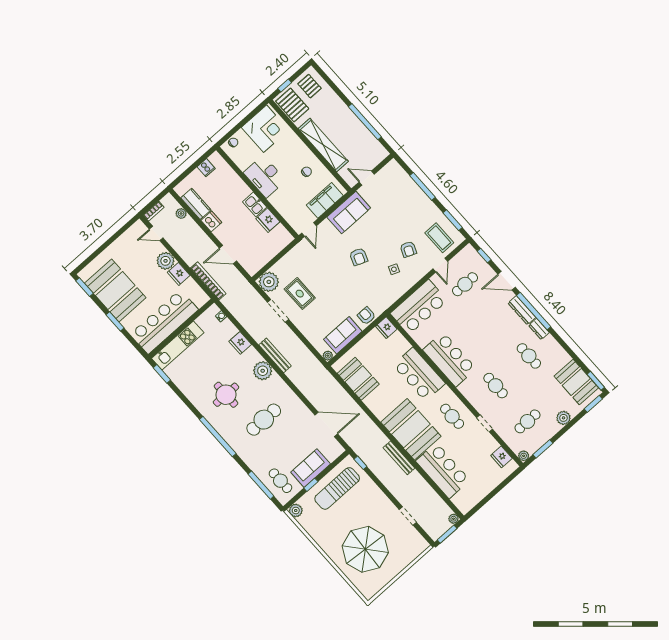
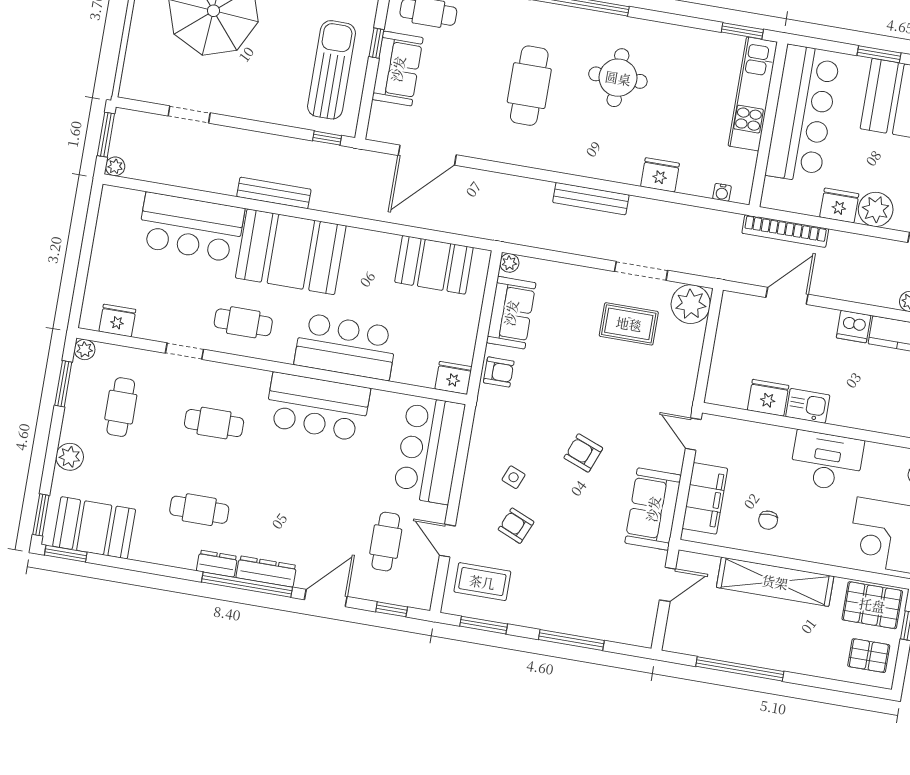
plant: (263, 371) -> (591, 160), removed

